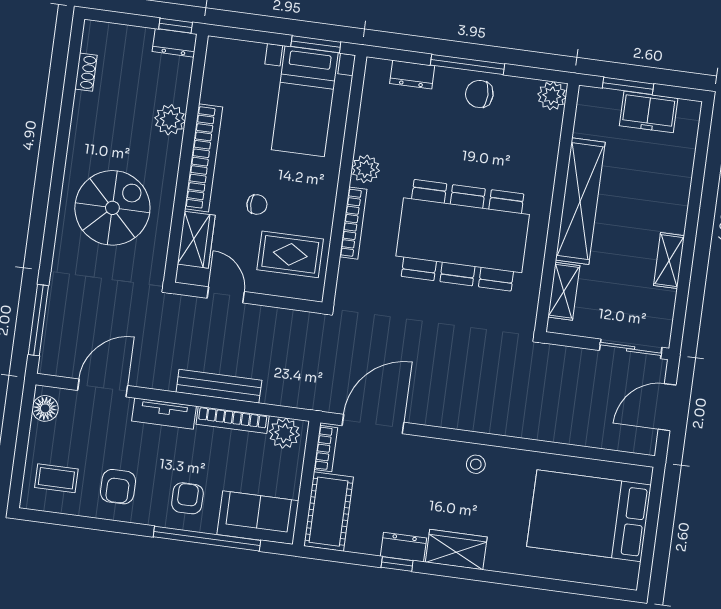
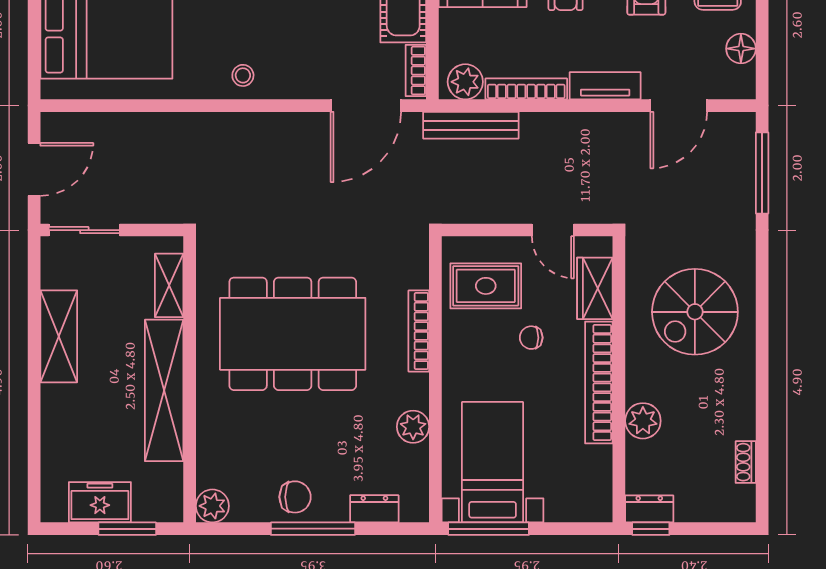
window: (316, 44) -> (489, 529), width x1.44
plant: (366, 169) -> (413, 427), moved
shelving: (669, 261) -> (59, 336), width x1.50, depth x1.33
bench: (219, 386) -> (471, 125), moved
floor lamp: (45, 408) -> (741, 49), moved

